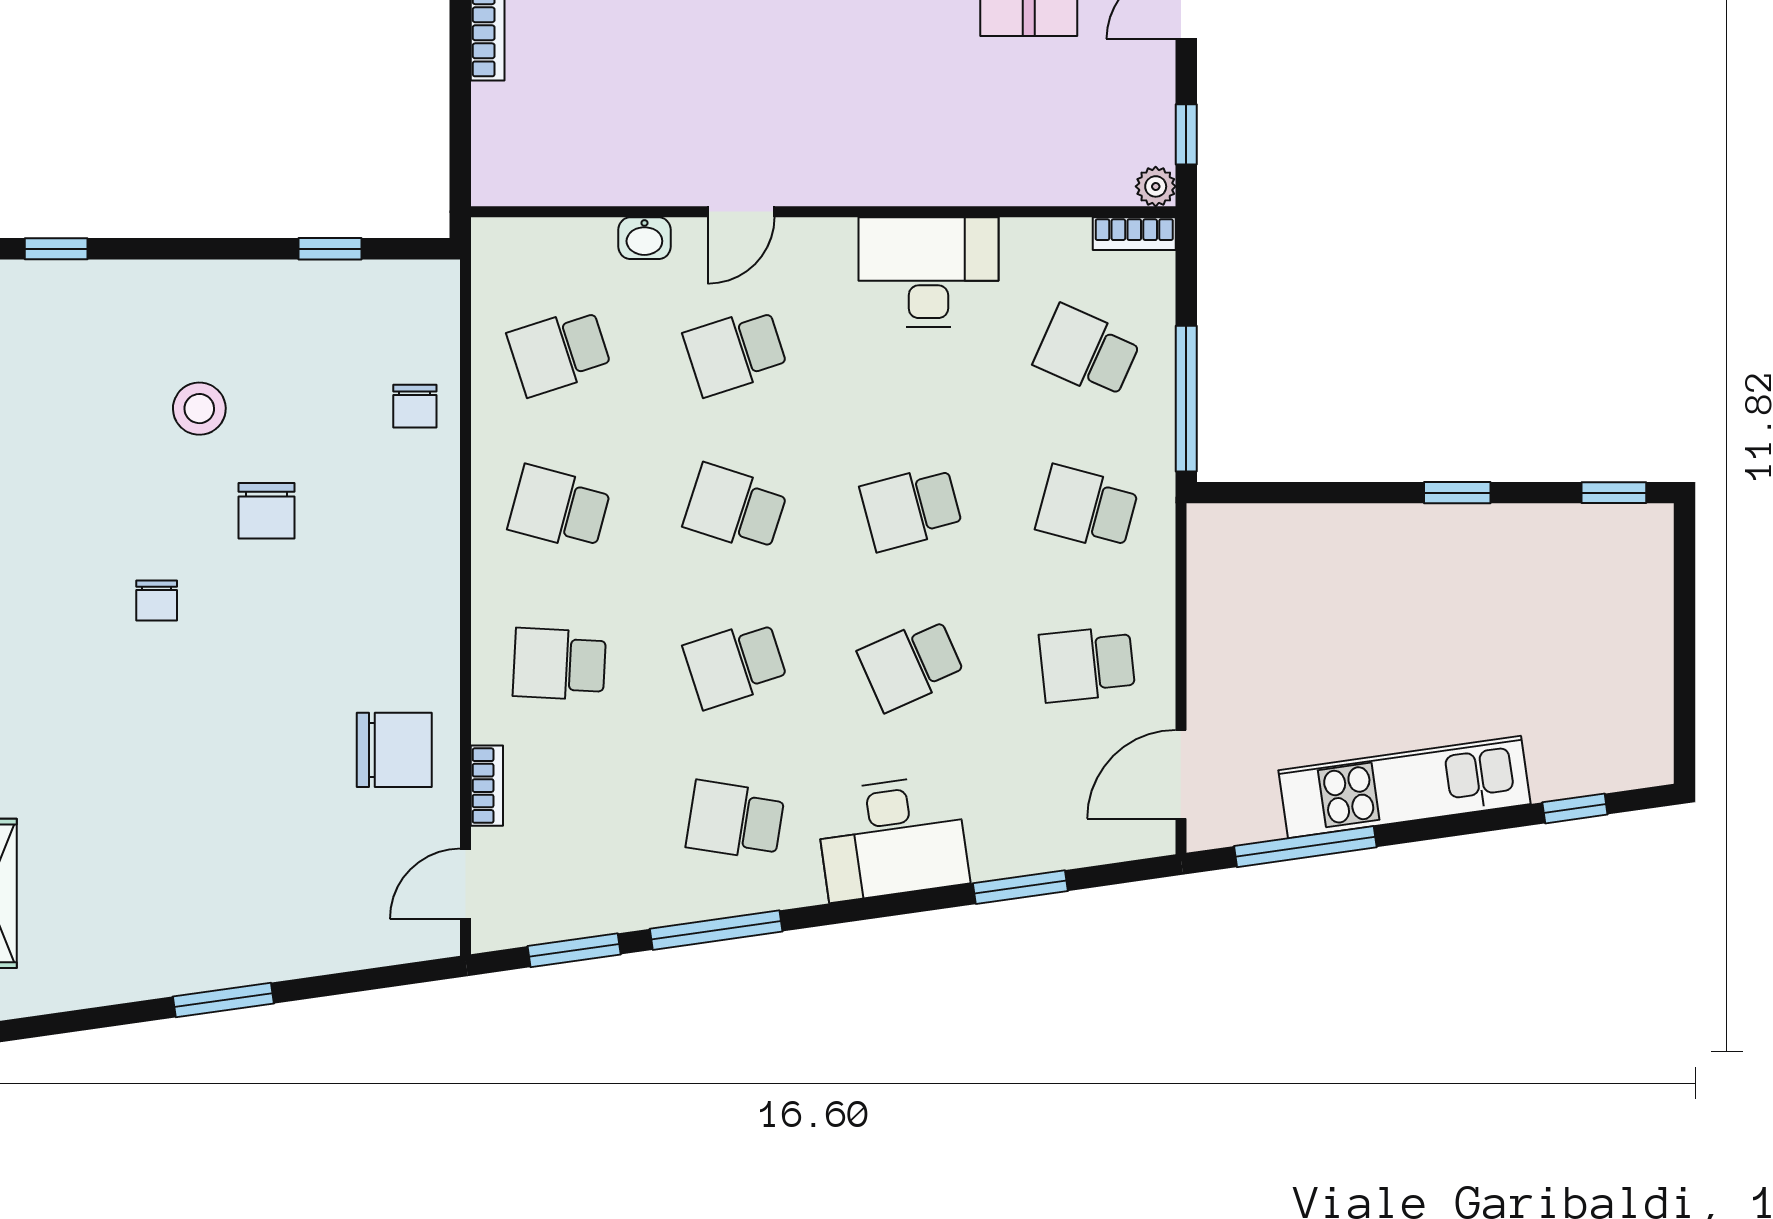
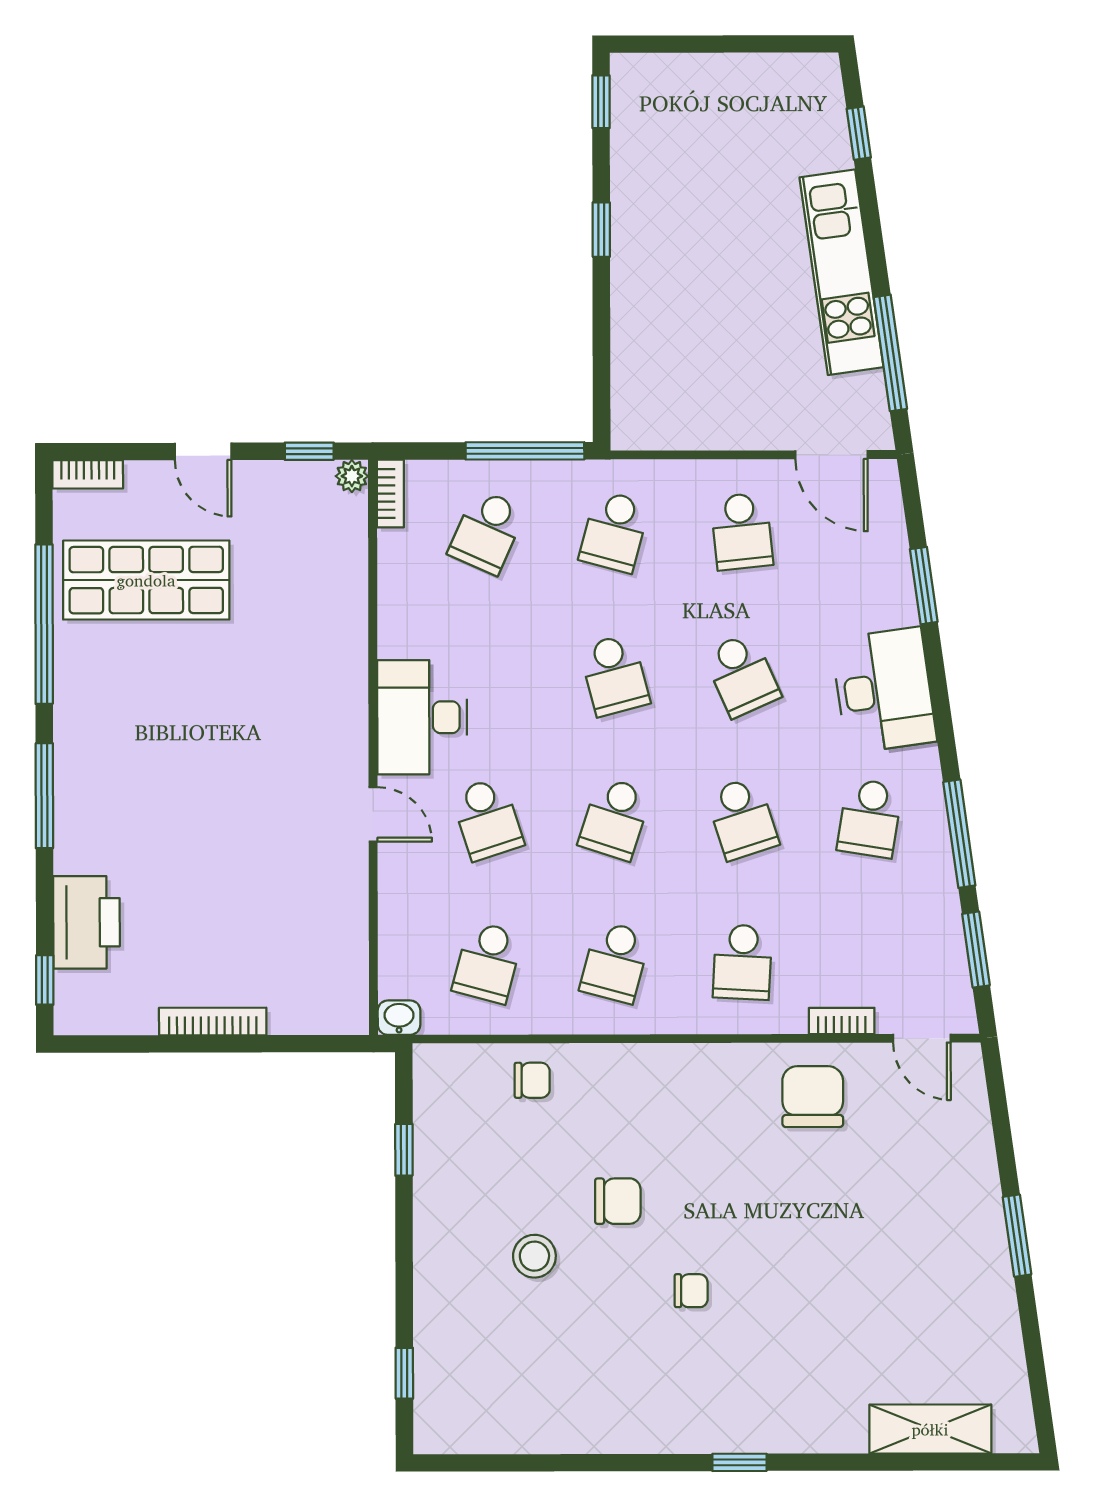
washbasin: (644, 238) -> (399, 1018), moved, turned -90
desk: (928, 272) -> (422, 717), moved
school desk: (559, 352) -> (488, 962), turned 33

